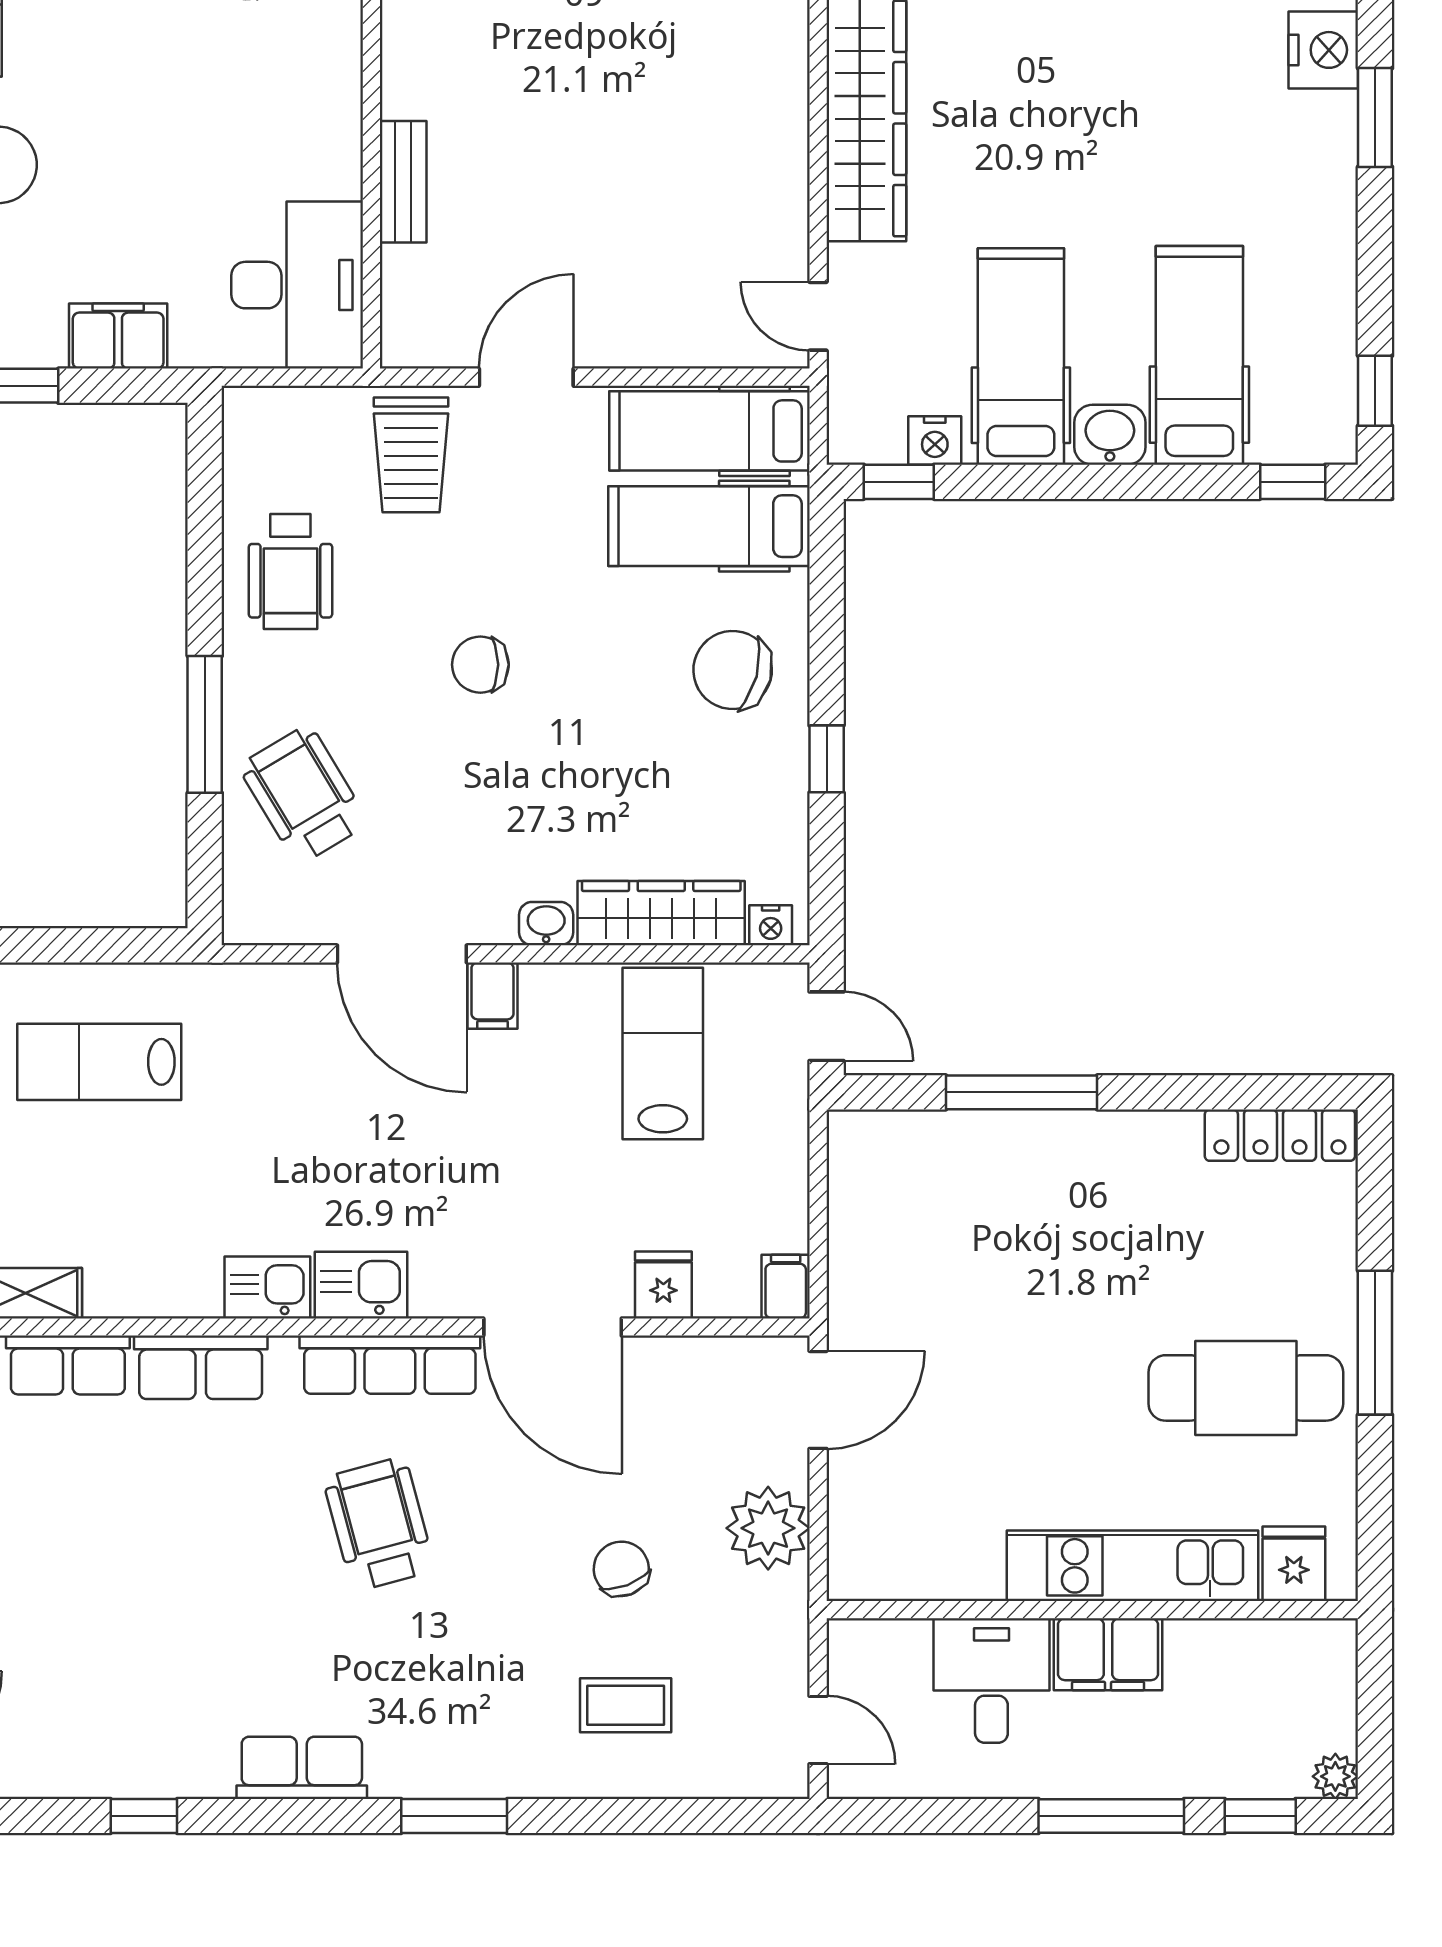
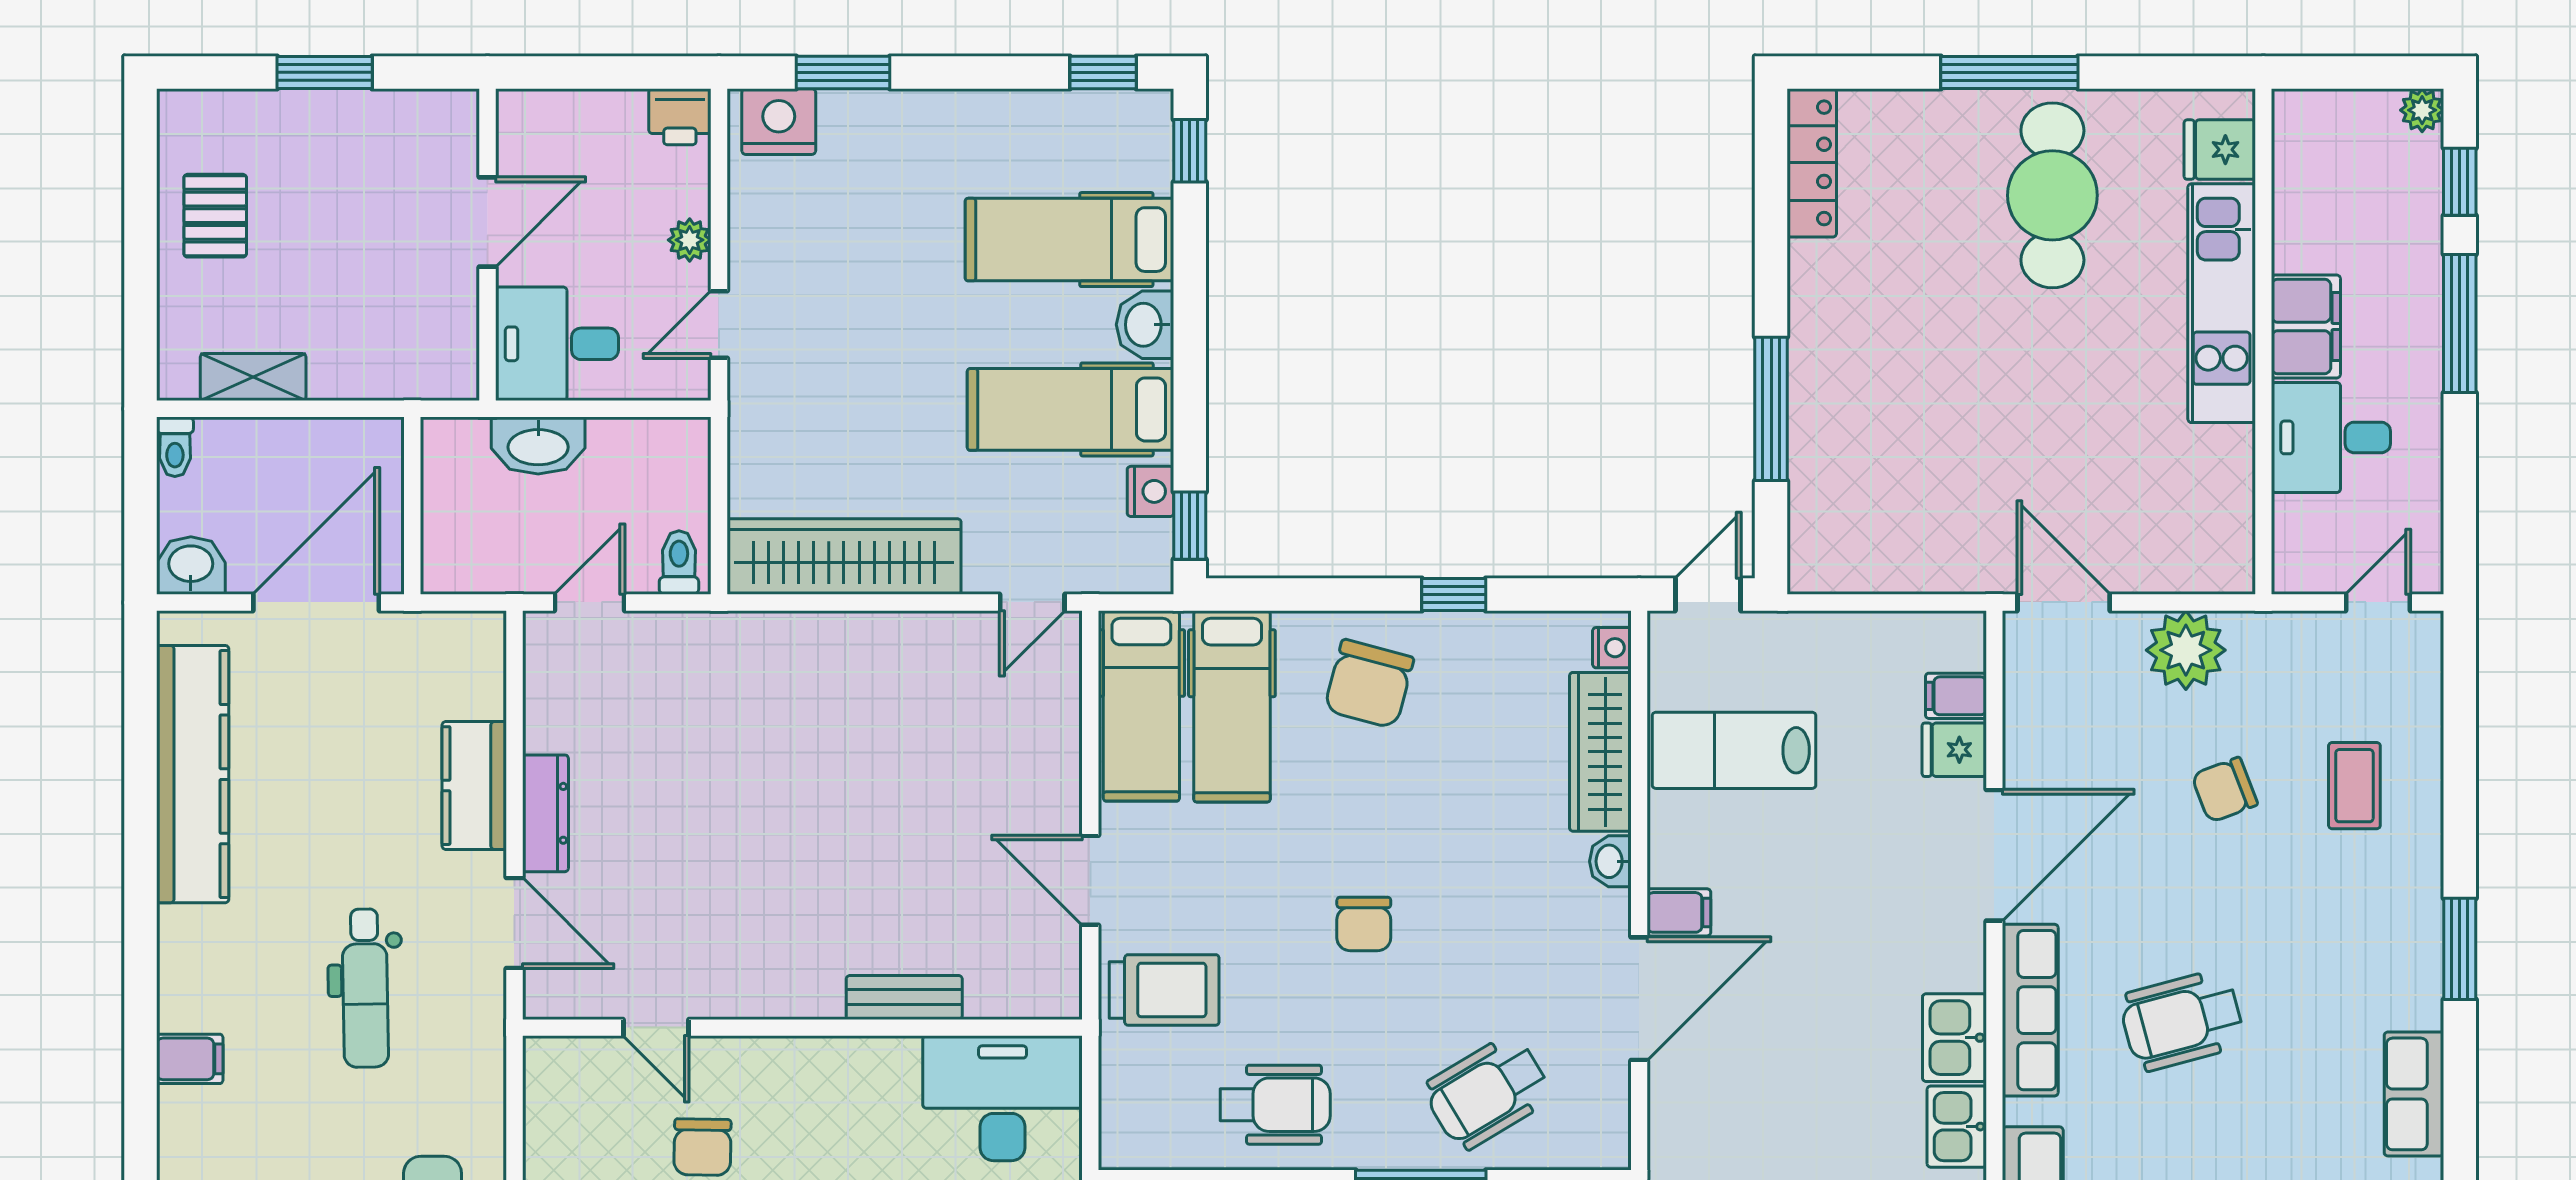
filing cabinet: (786, 1287) -> (1956, 696), moved

